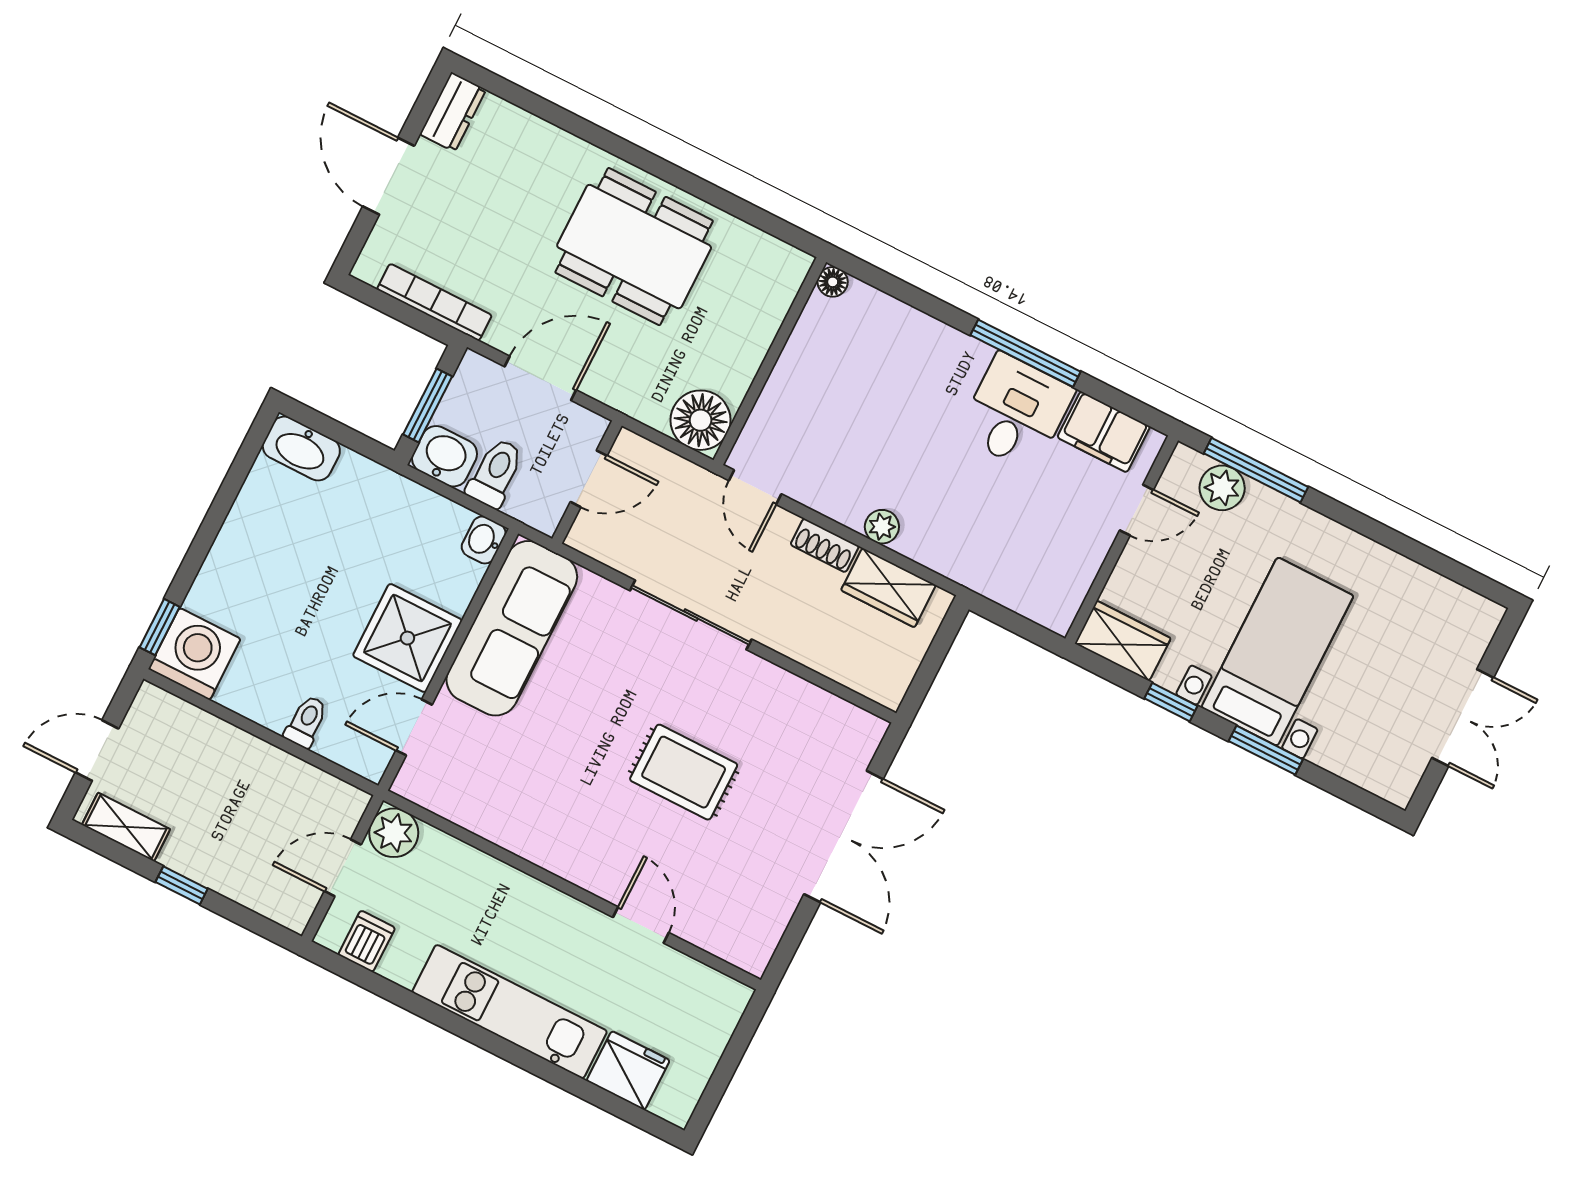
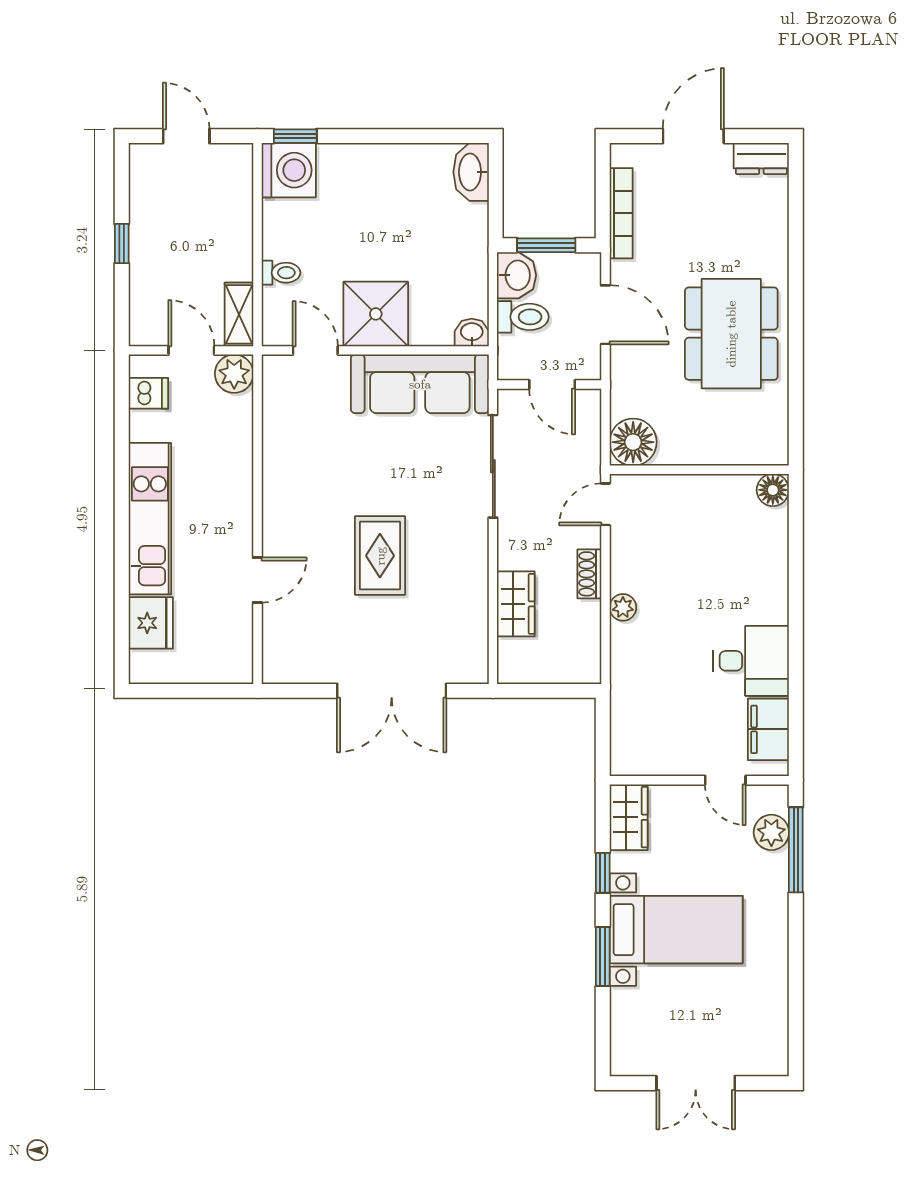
floor lamp: (833, 282) -> (773, 490), width x1.37, depth x1.37
window: (1026, 353) -> (796, 646), removed
wardrobe: (888, 588) -> (516, 604), moved, turned 180
sliding door: (691, 615) -> (493, 466), moved
shelving: (126, 827) -> (239, 314), moved

